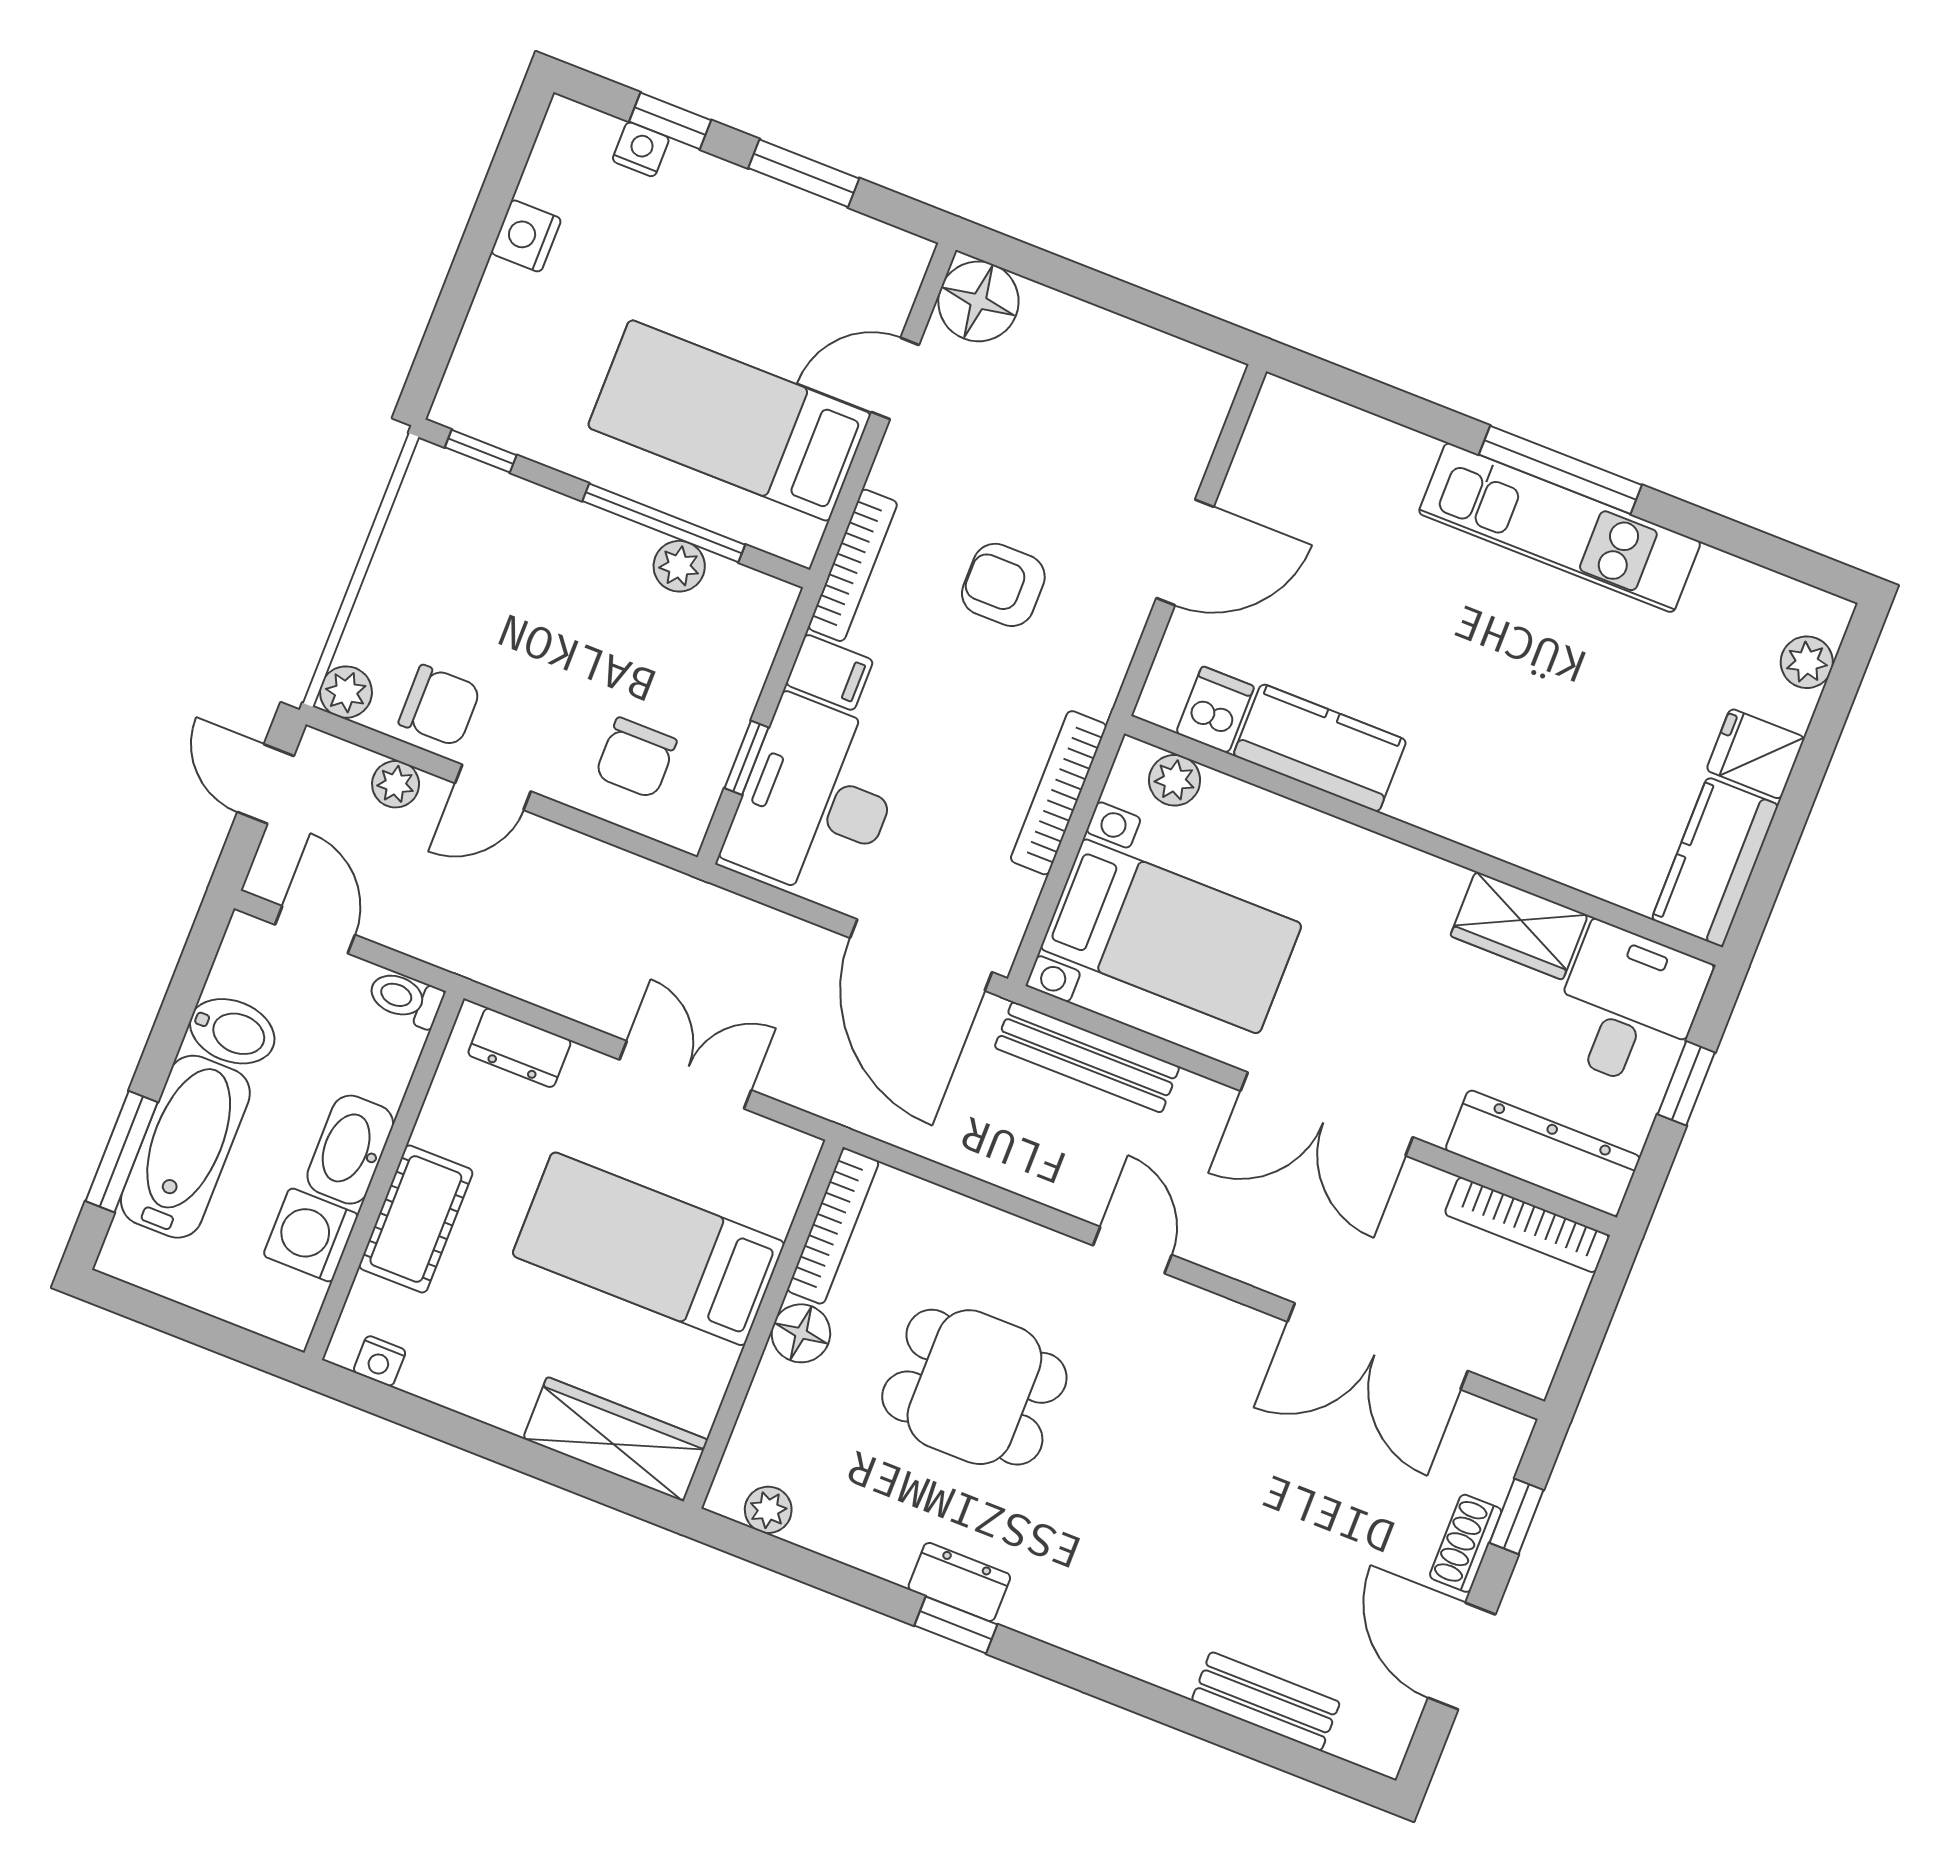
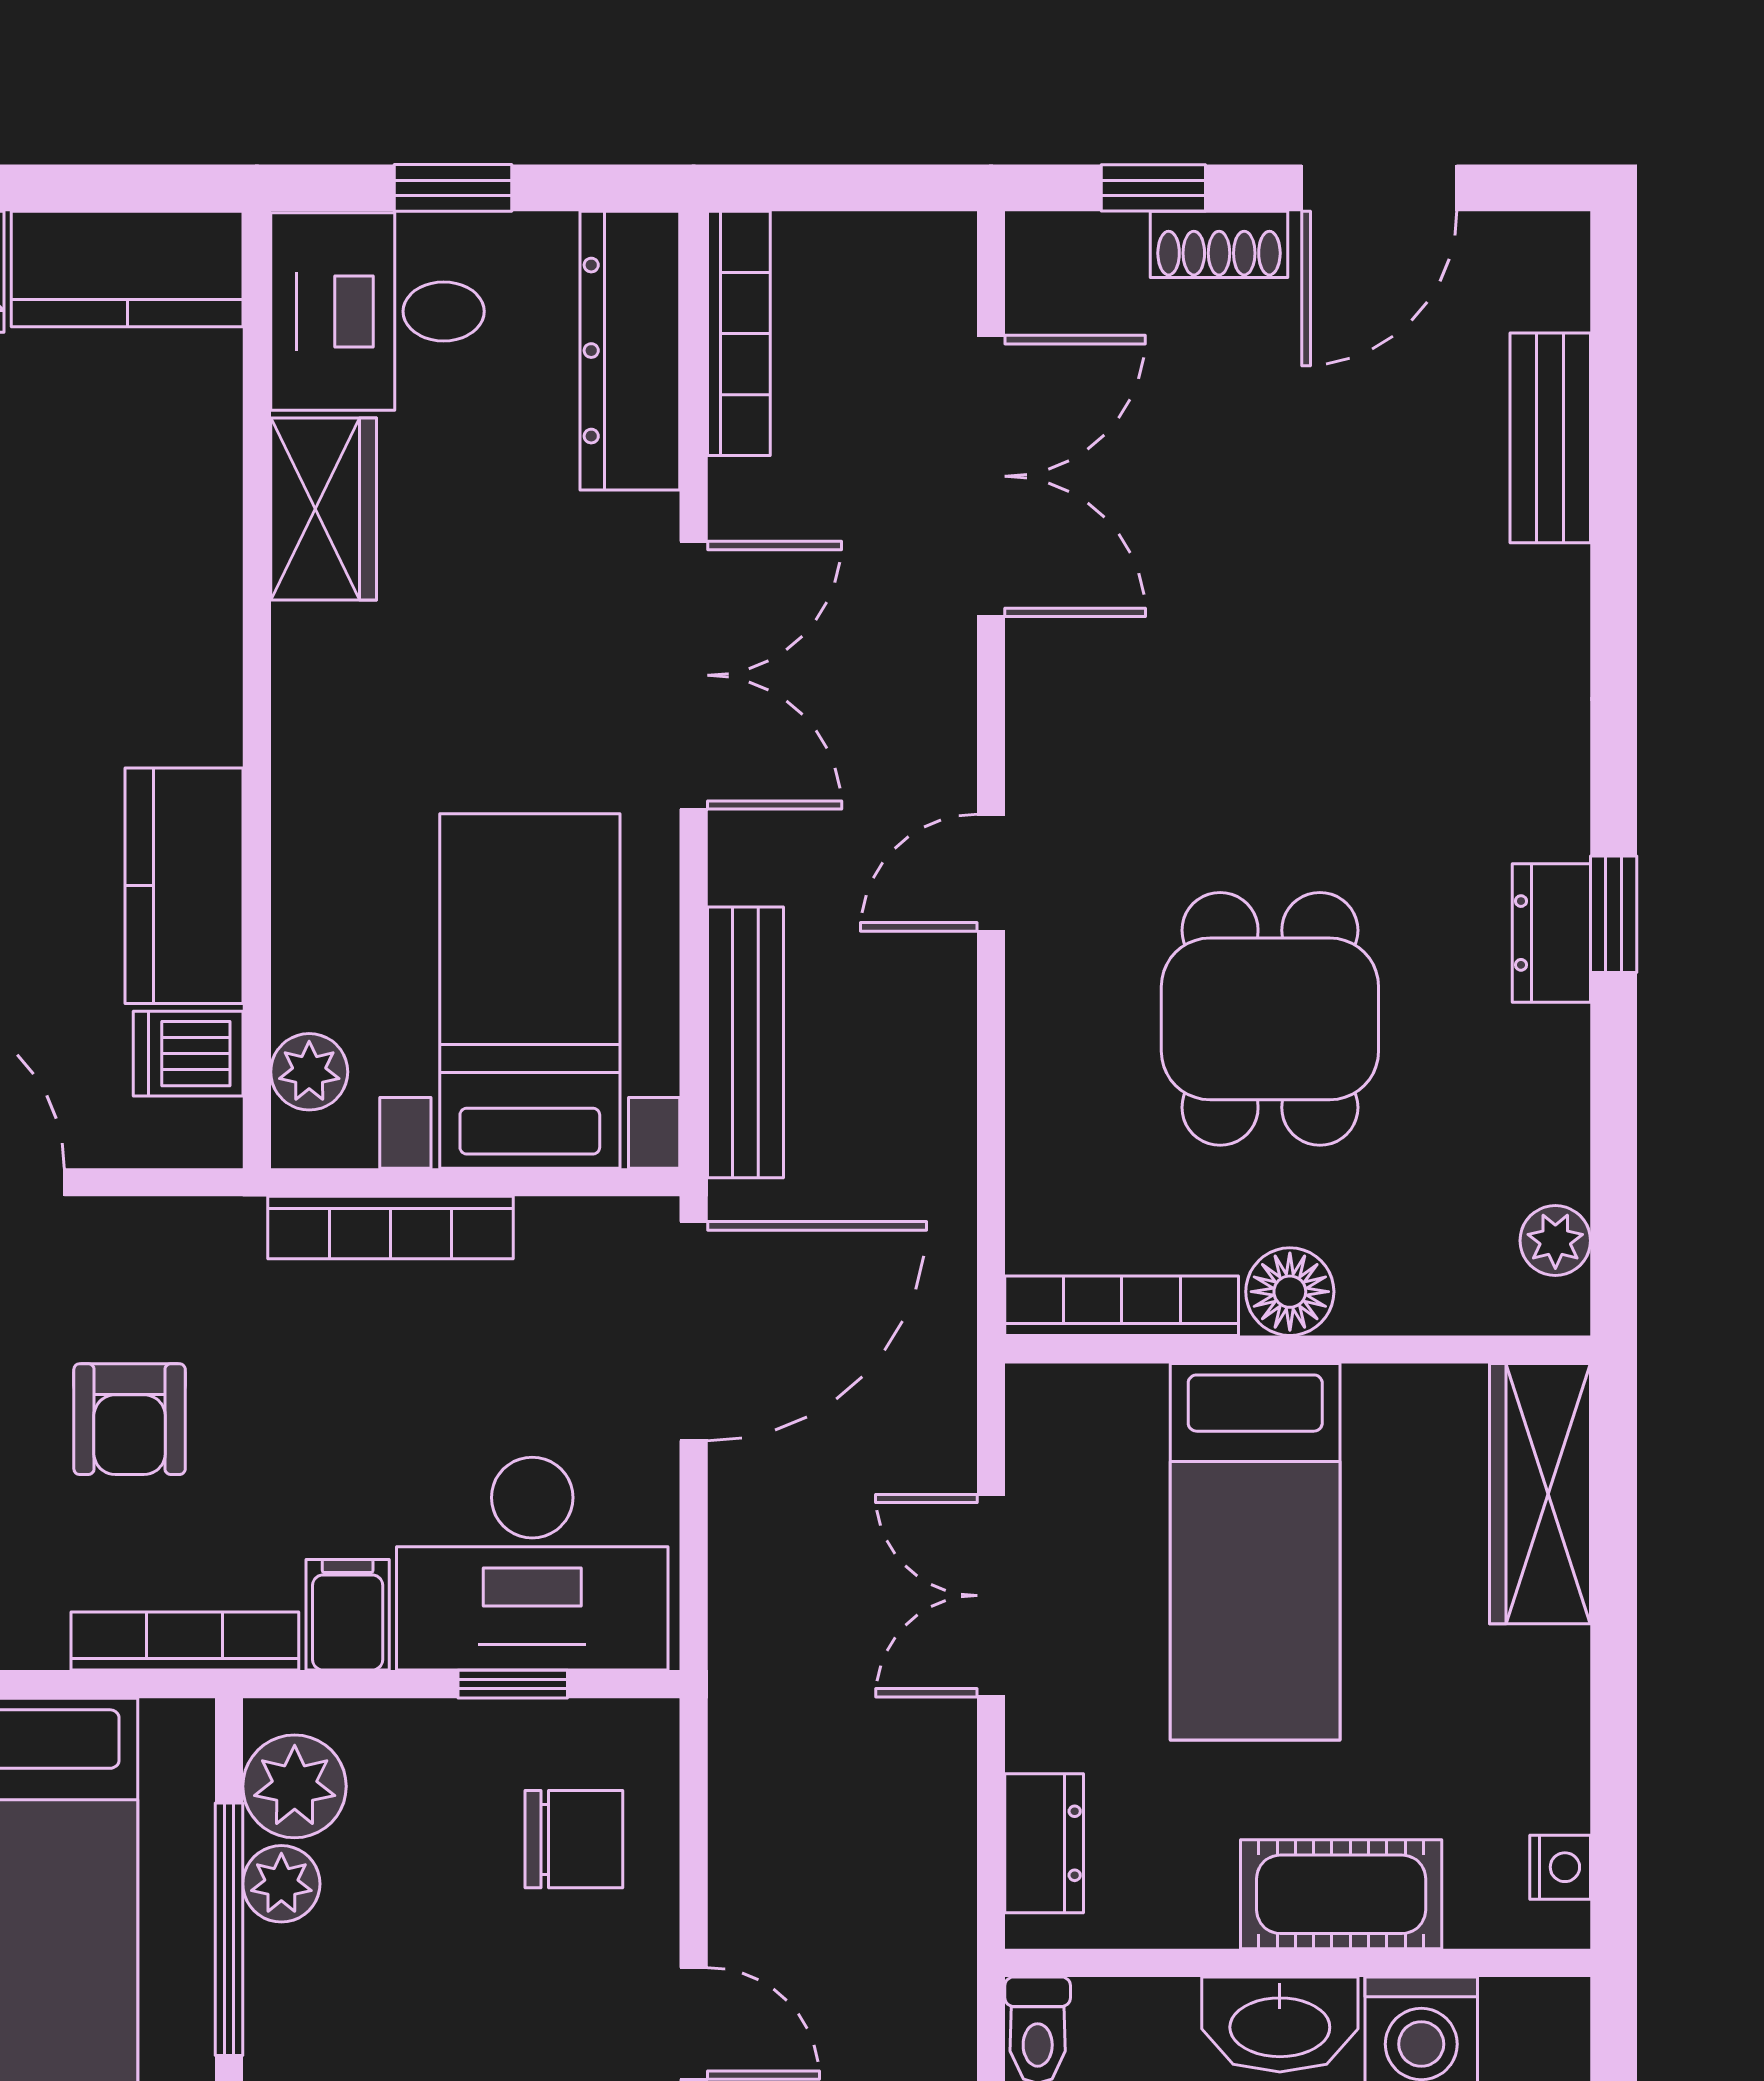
plant: (736, 598) -> (295, 1786), added

